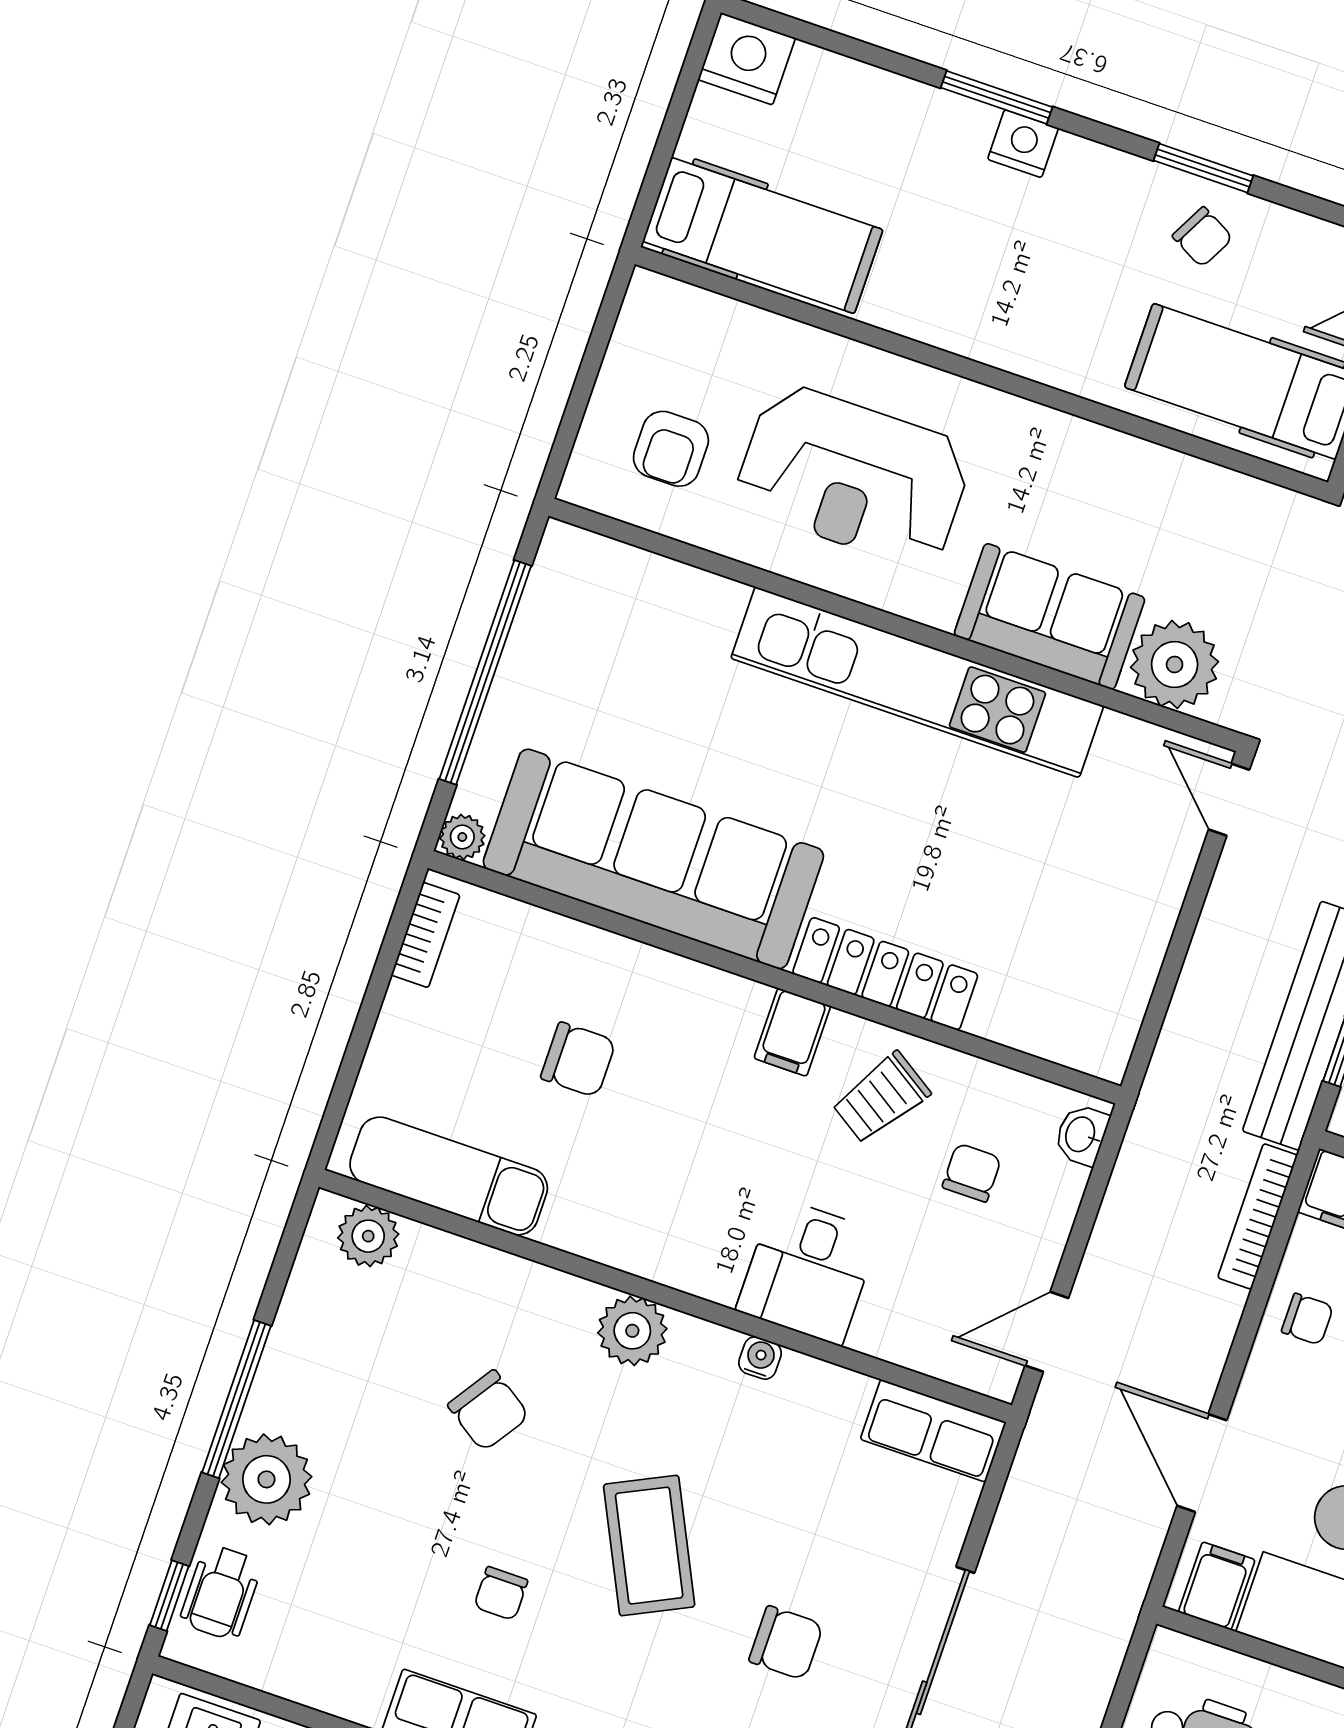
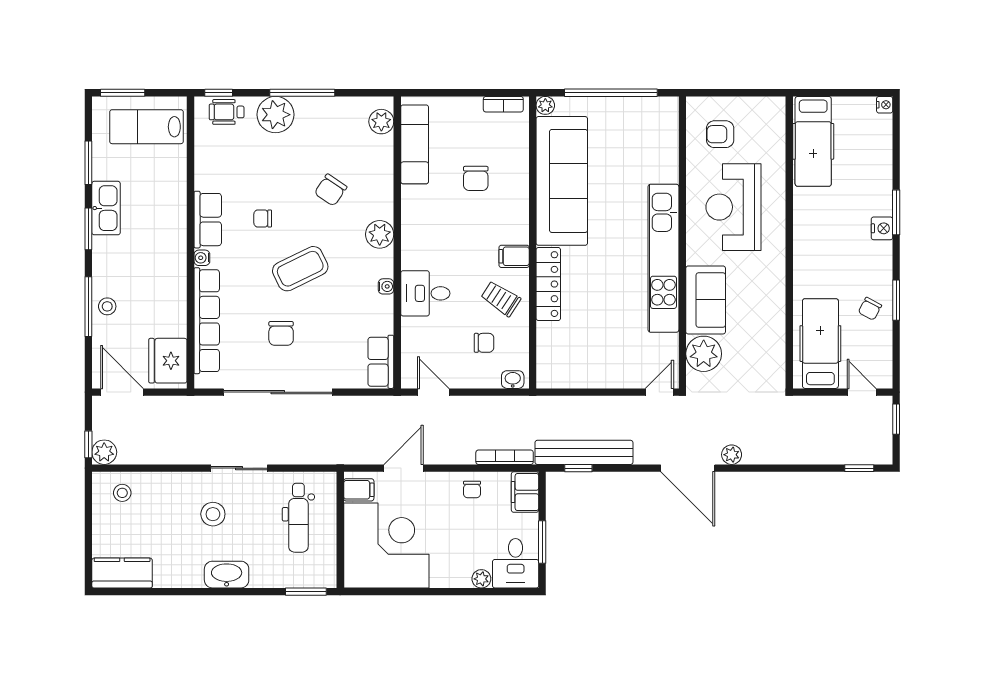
nightstand: (747, 59) -> (885, 105), width x0.53, depth x0.56

